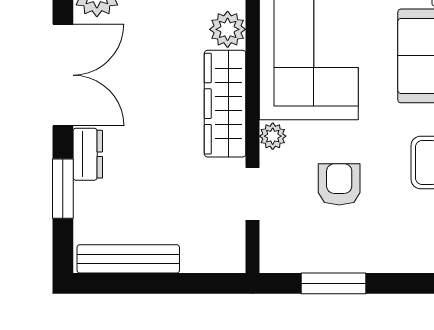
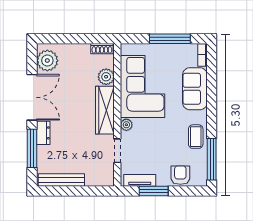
armchair: (339, 184) -> (180, 175), moved
window: (63, 189) -> (32, 148), width x1.44
tv unit: (302, 260) -> (140, 180), added

